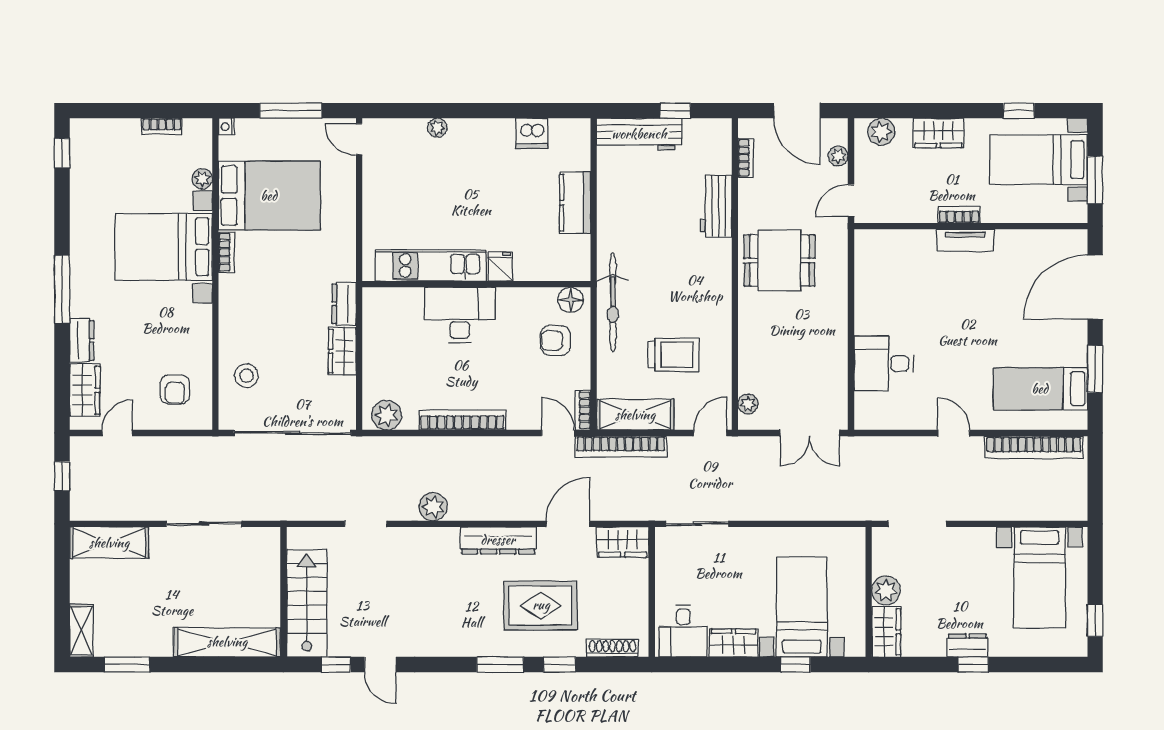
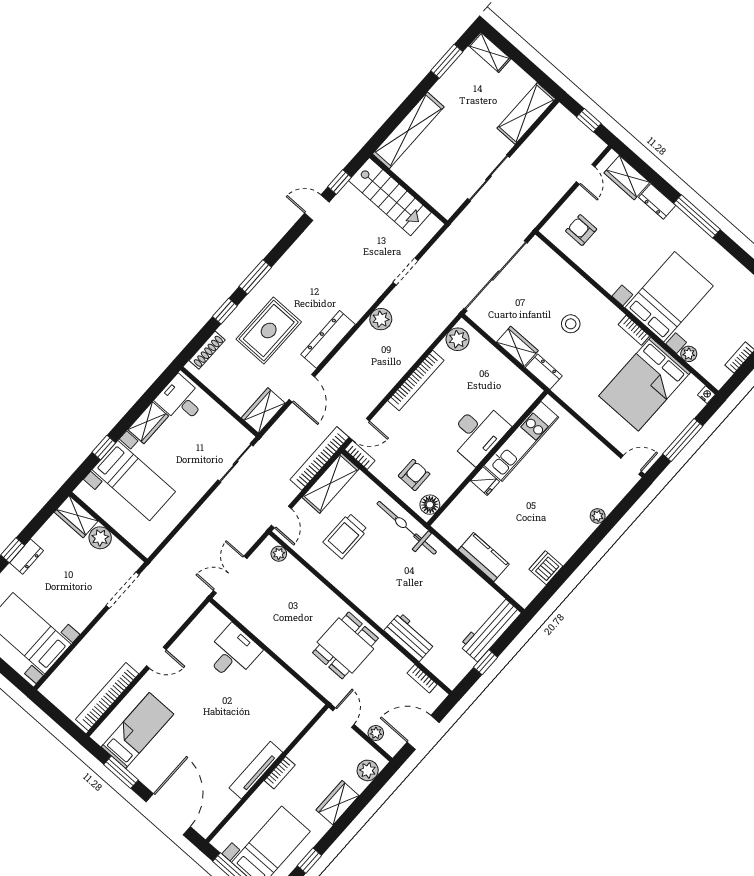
tv unit: (965, 240) -> (256, 770), width x1.41
stool: (247, 376) -> (571, 324), moved

